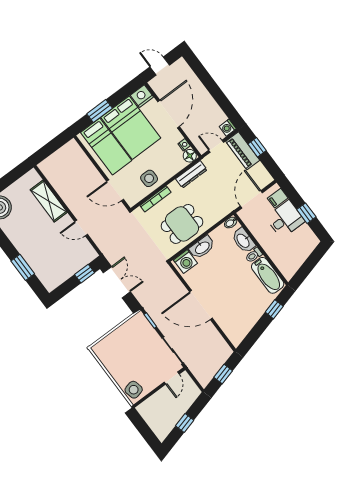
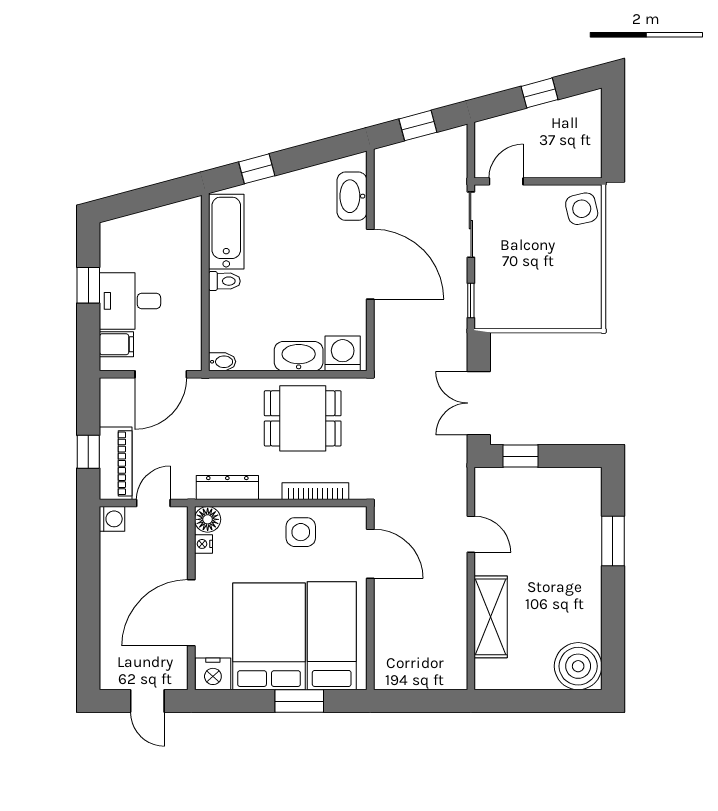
door: (216, 146) -> (153, 503), swing flipped
washbasin: (243, 241) -> (352, 196), moved, turned 180

